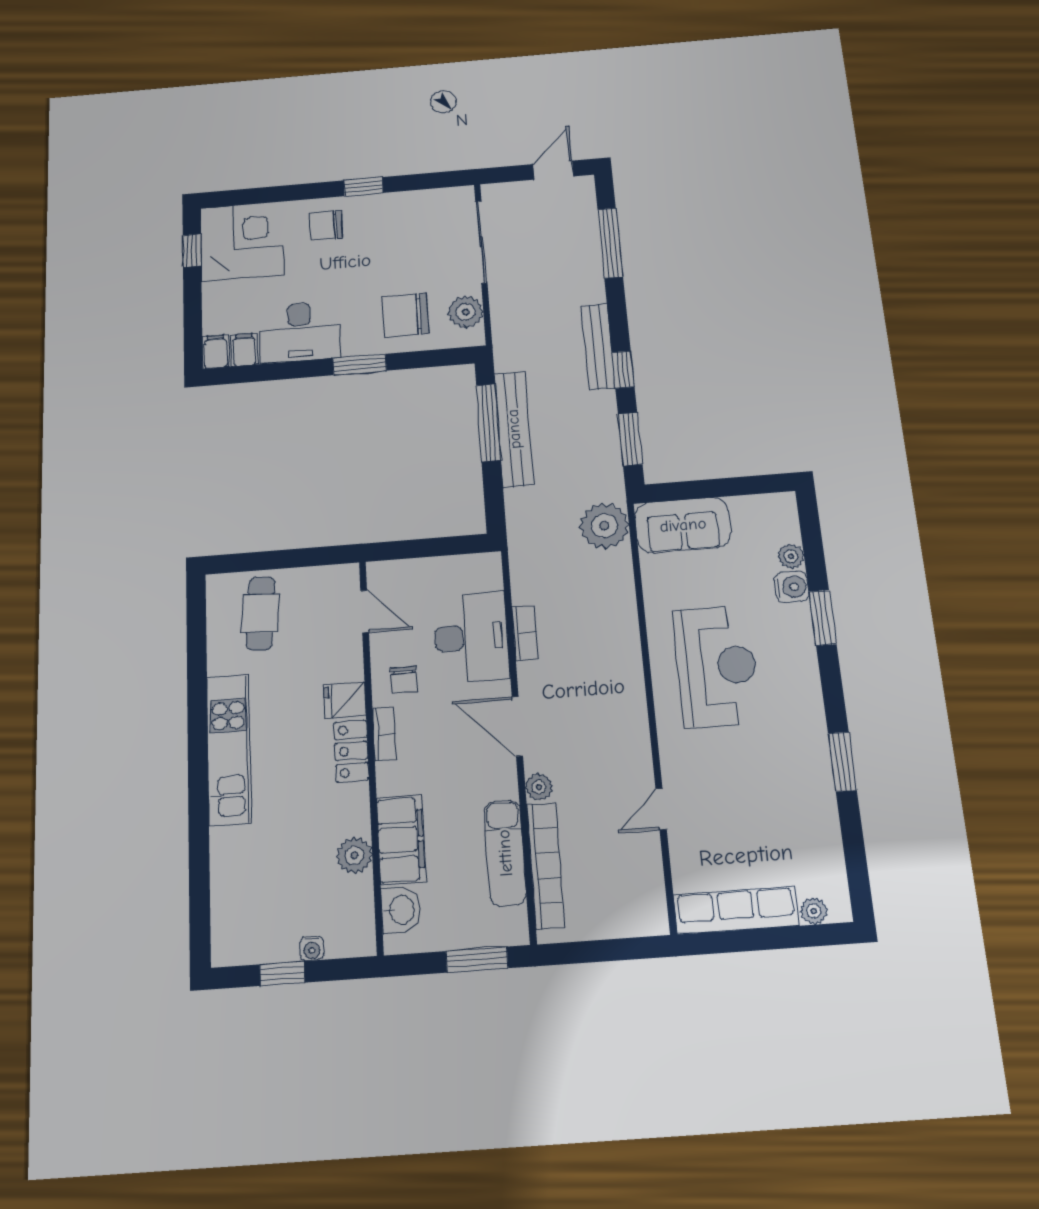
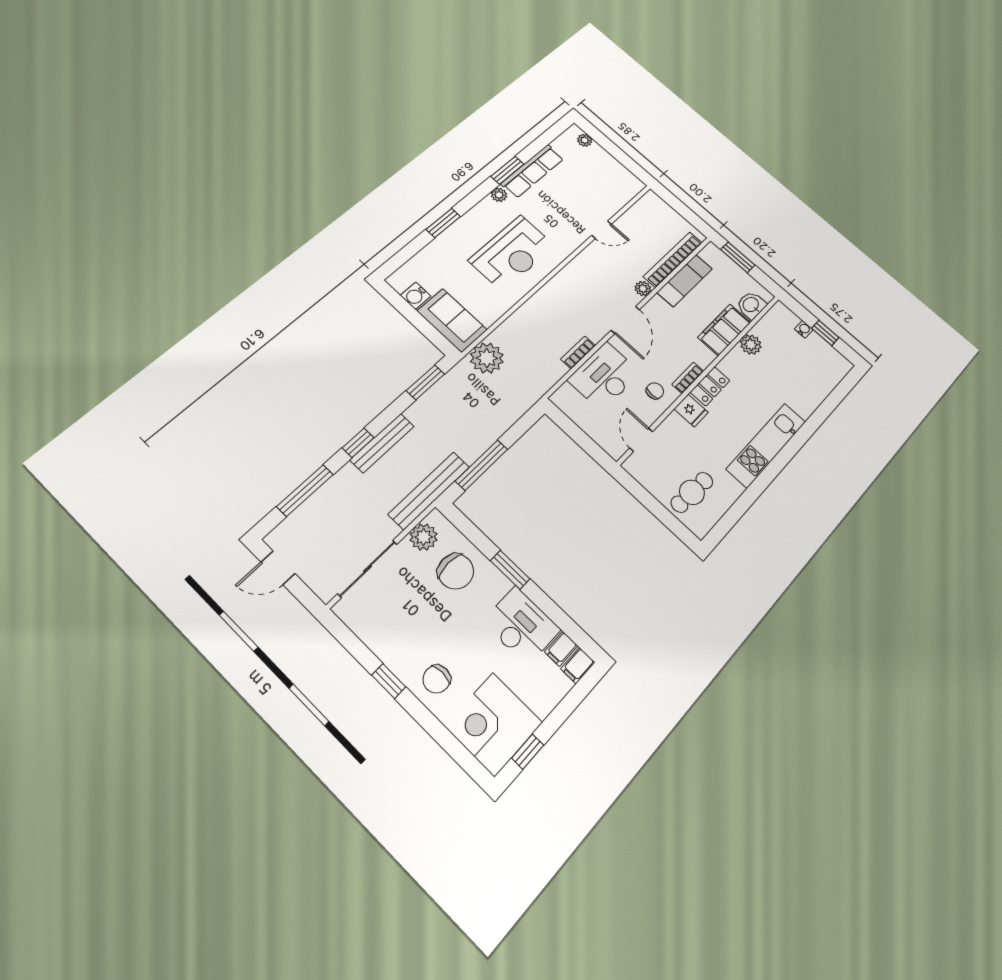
chair: (326, 225) -> (437, 679), turned 90
window: (623, 370) -> (358, 443), moved
bench: (514, 429) -> (429, 490), moved
plant: (791, 556) -> (499, 195), moved
water cooler: (792, 587) -> (416, 296), moved, turned -90
reception desk: (717, 666) -> (512, 253), turned 180
row of seats: (736, 910) -> (532, 171), moved, turned -90

